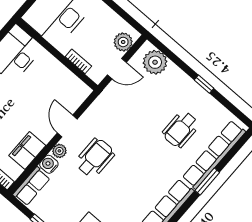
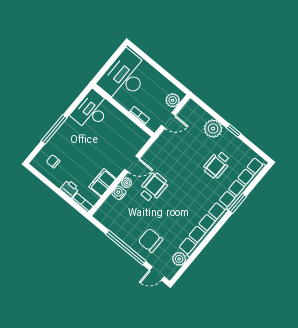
plant: (155, 62) -> (213, 129), moved
door: (67, 126) -> (132, 164), swing flipped
row of seats: (31, 186) -> (106, 210), removed

